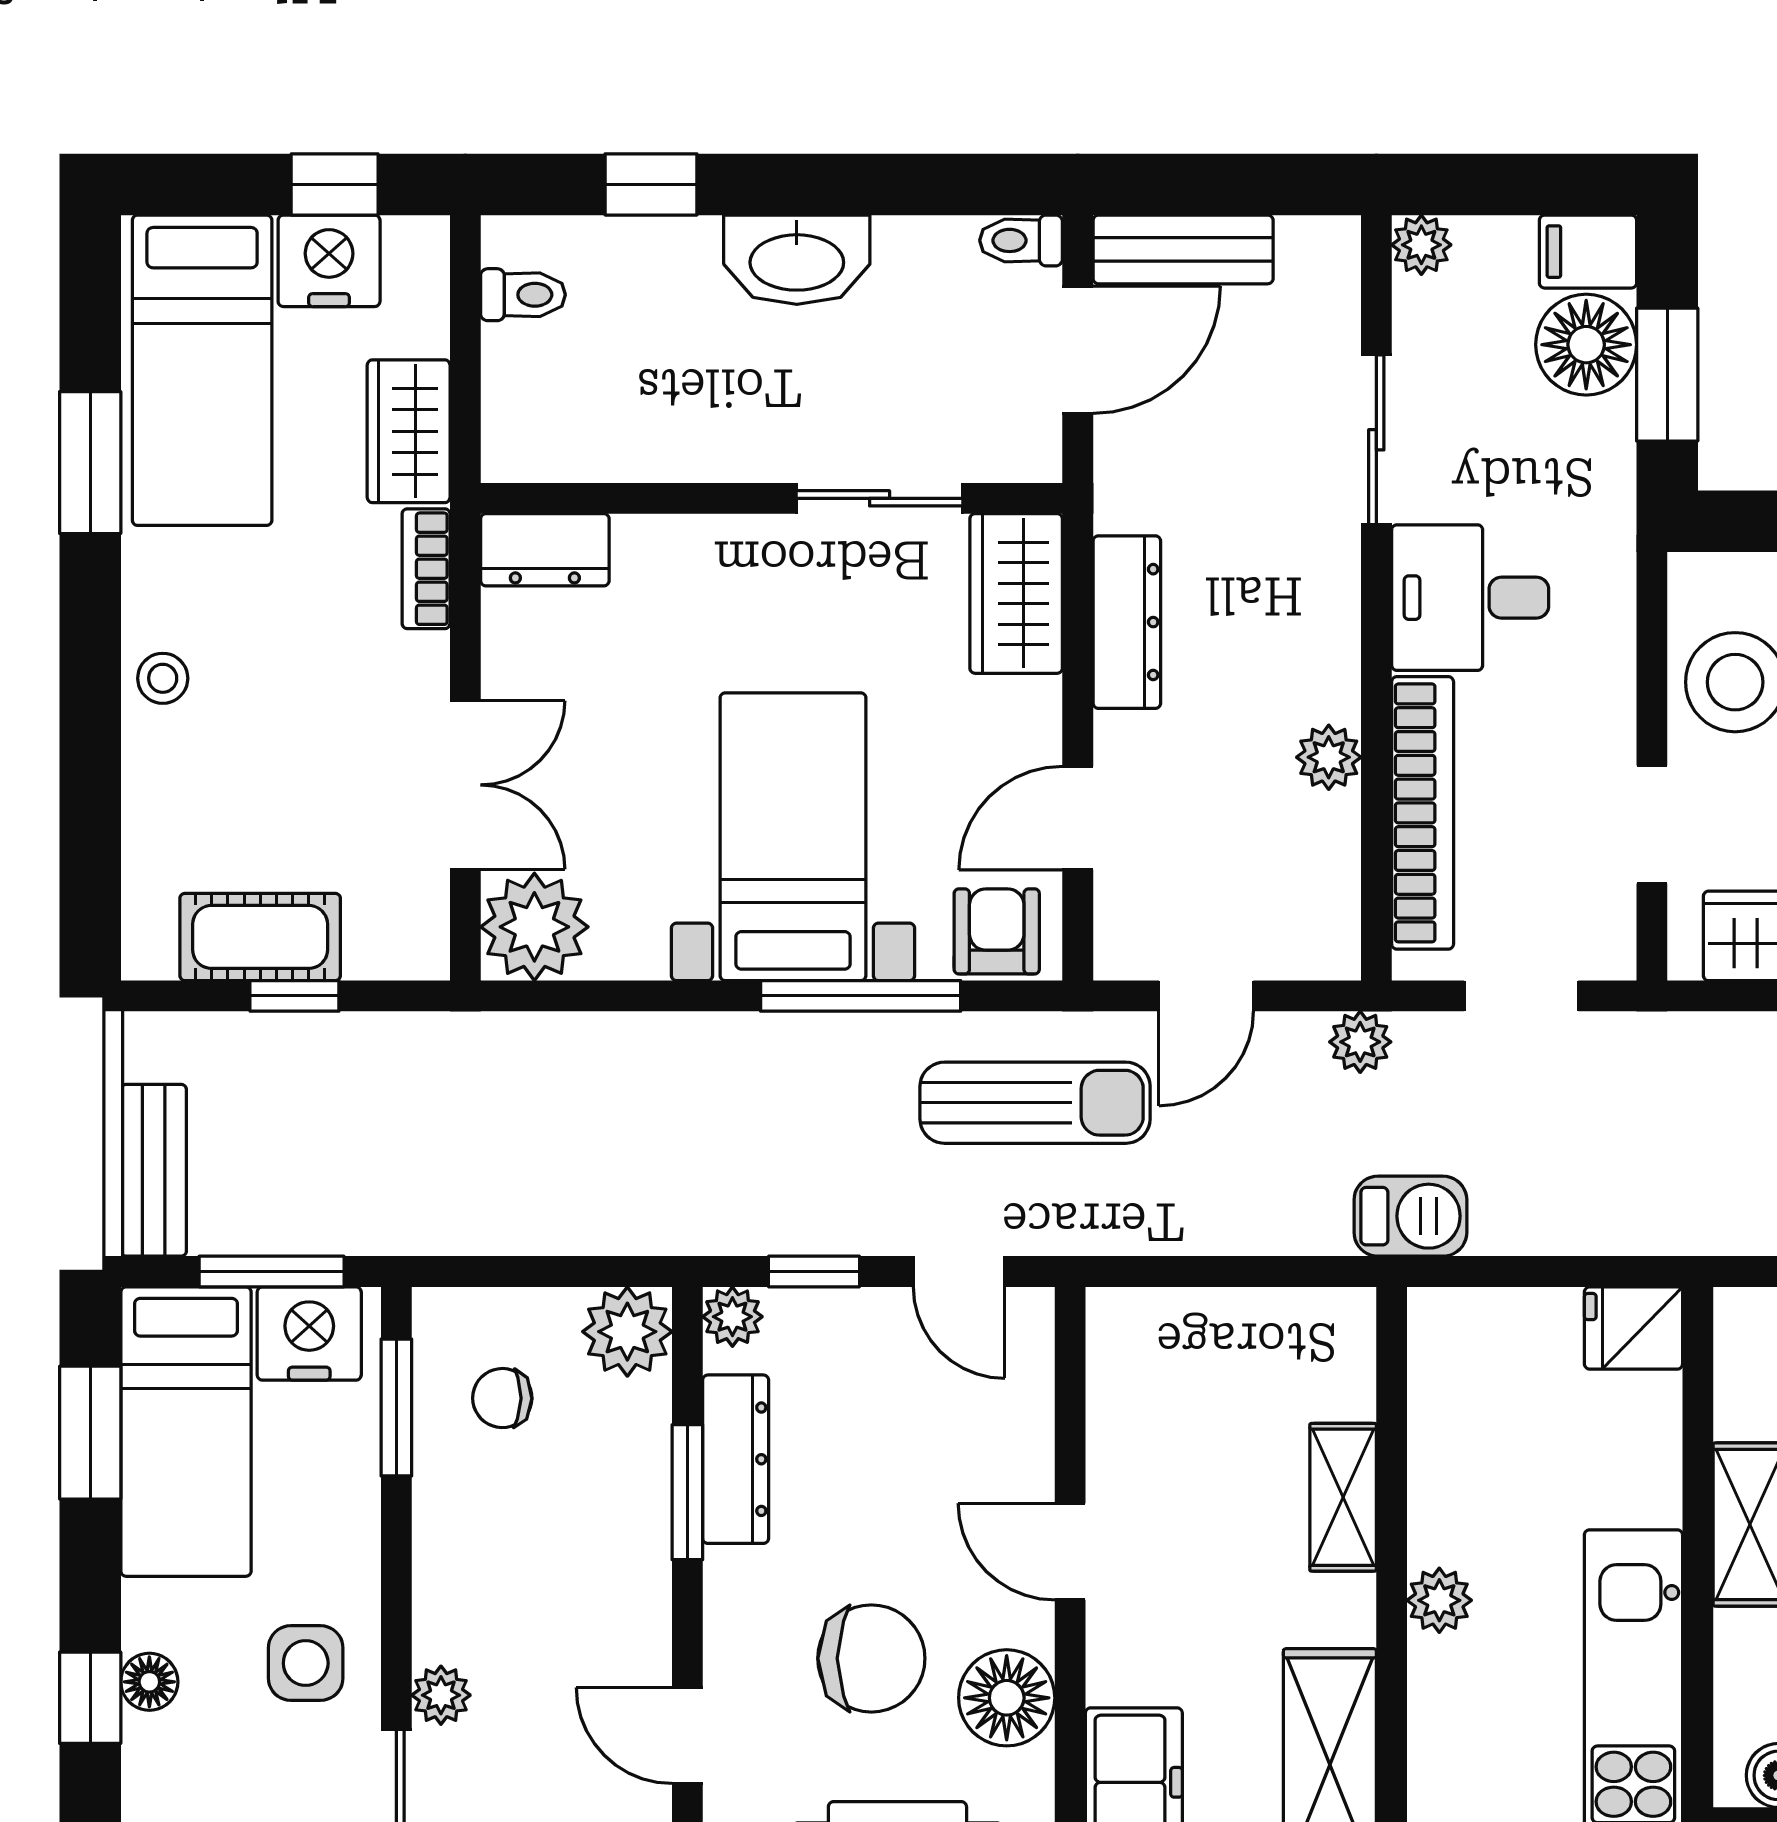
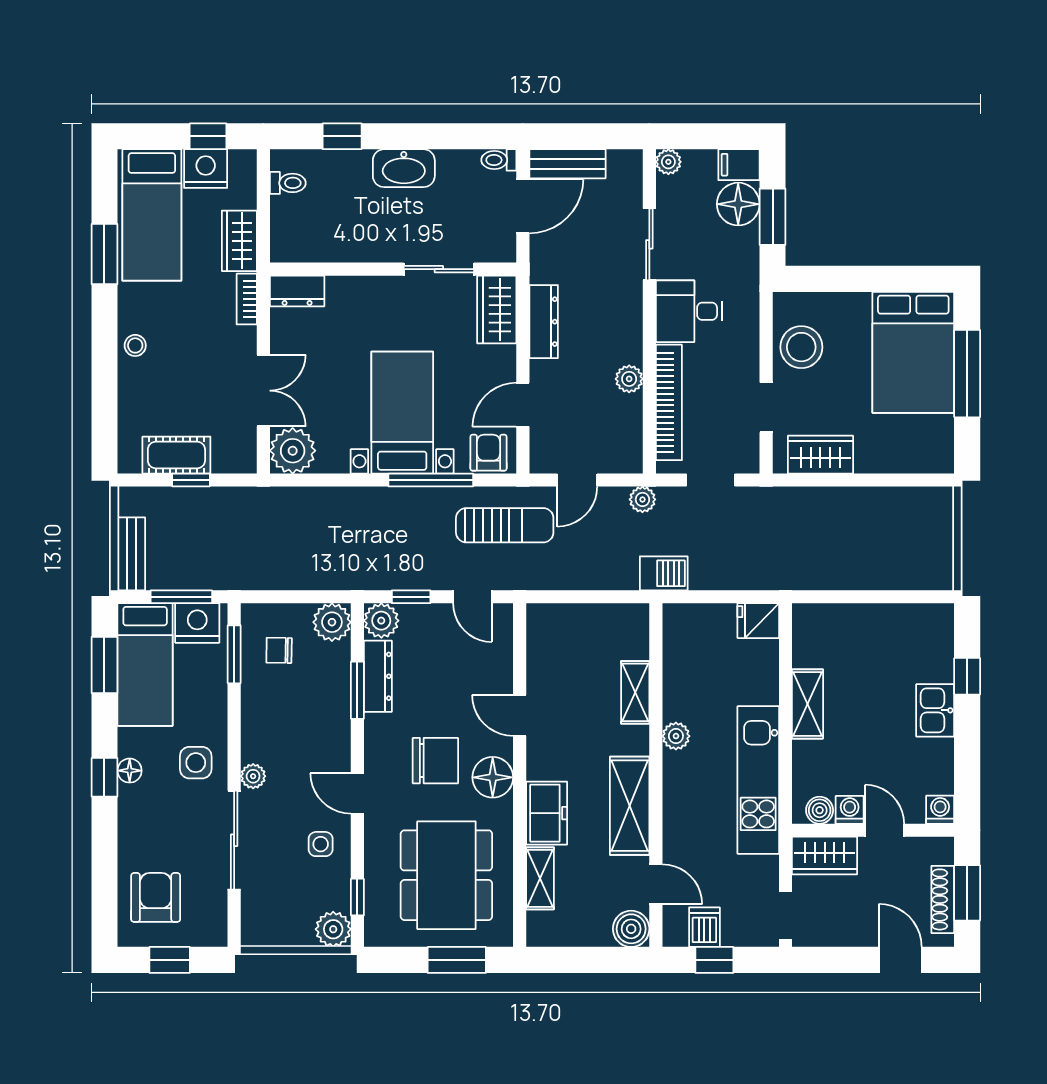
plant: (732, 1317) -> (381, 621), width x1.38, depth x1.38

